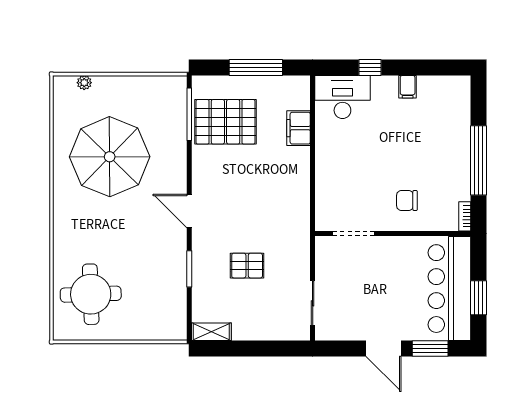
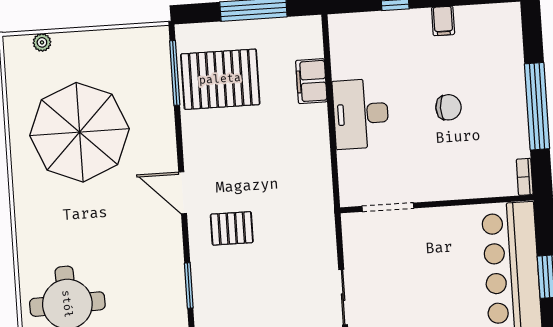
desk: (342, 97) -> (361, 114), moved, turned -90
chair: (407, 200) -> (448, 107), moved, turned 180
pallet: (247, 266) -> (232, 228), moved
window: (189, 269) -> (189, 285), moved

